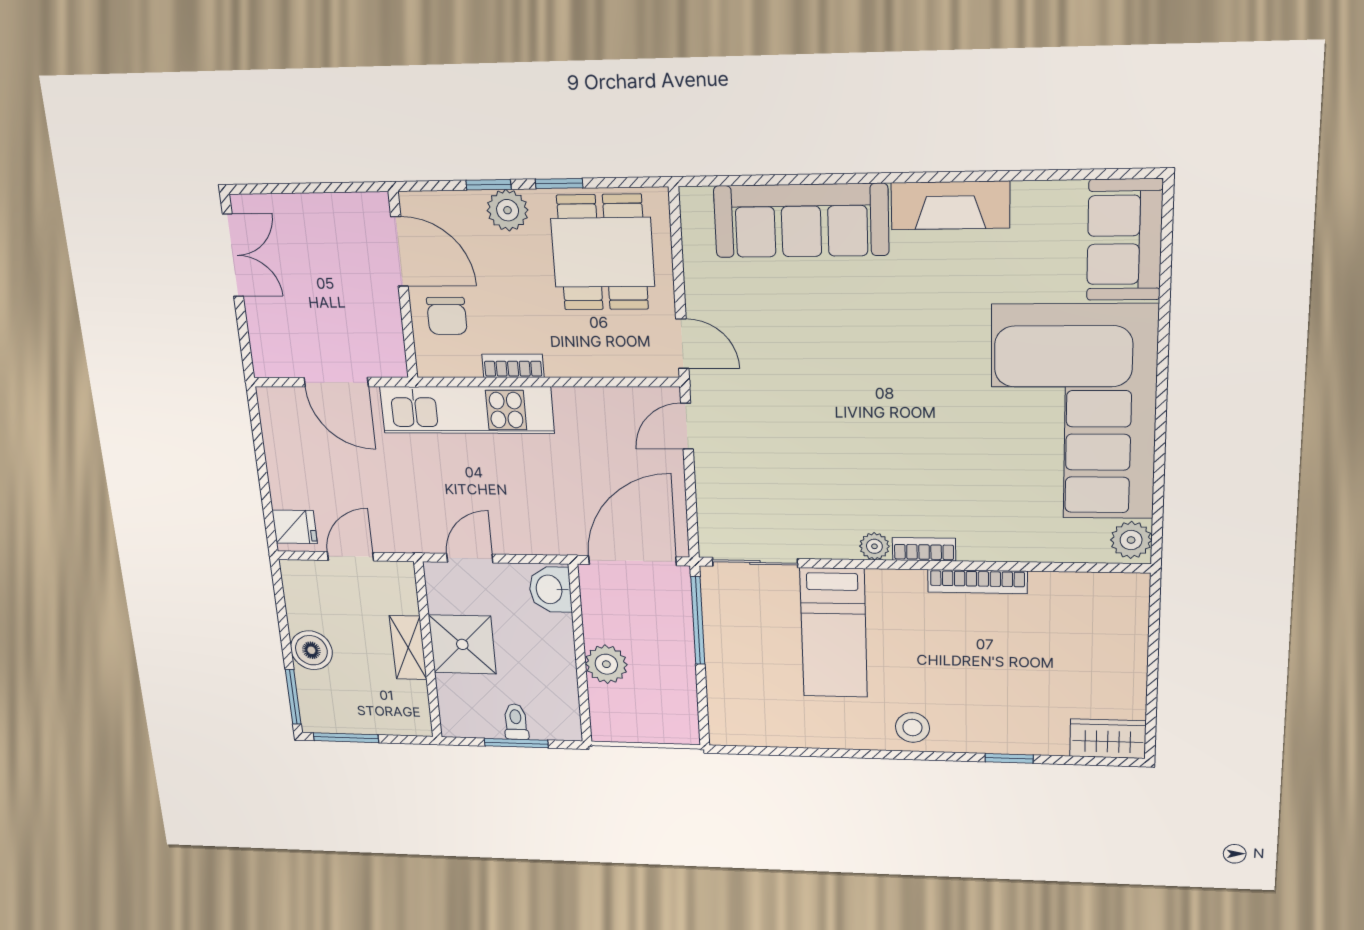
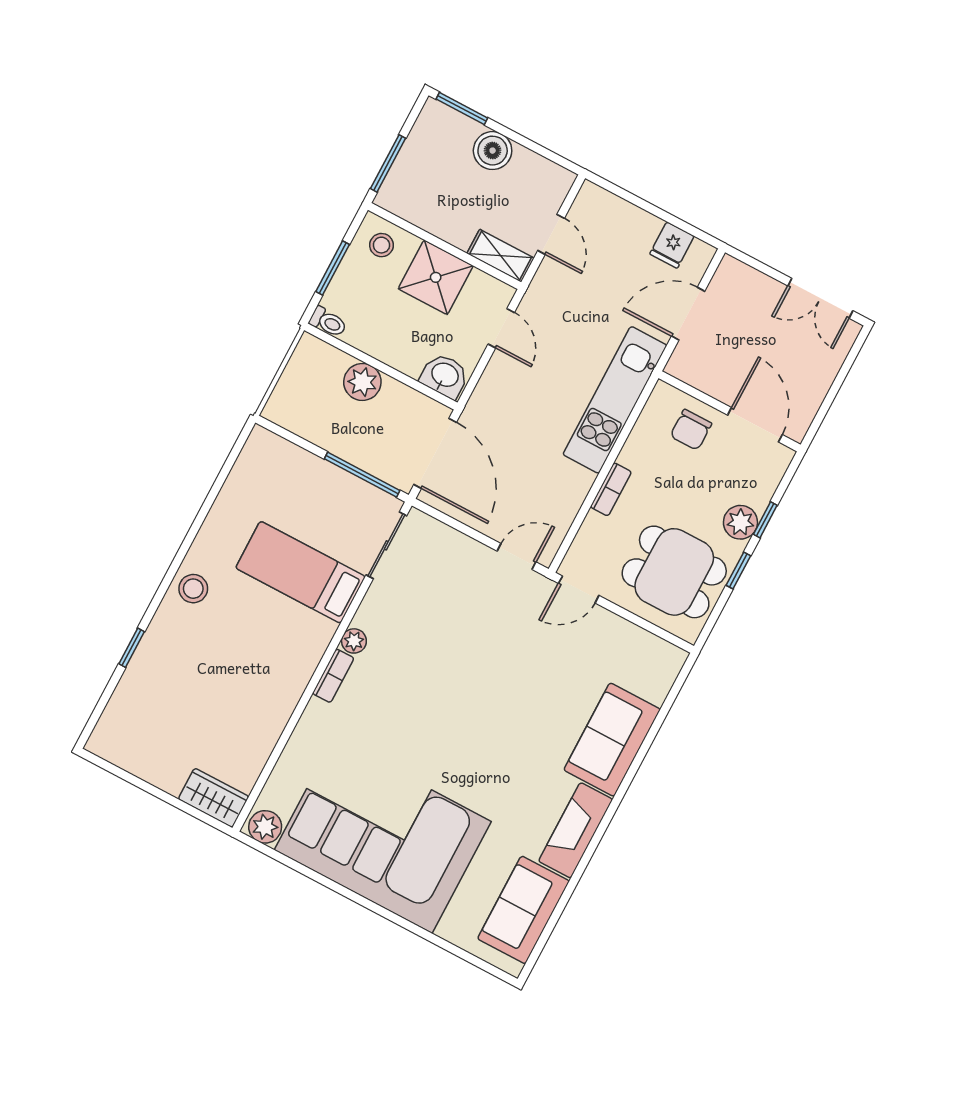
sofa: (801, 221) -> (612, 740), width x0.73
sofa: (1125, 240) -> (523, 910), moved, turned -90
door: (399, 252) -> (755, 425), swing flipped
chair: (447, 316) -> (691, 430), turned -90
bookcase: (513, 366) -> (611, 489), moved
door: (687, 426) -> (517, 556), hinge flipped
fridge: (295, 527) -> (672, 245), moved
bookcase: (977, 582) -> (288, 701), removed
shelving: (408, 648) -> (501, 256), moved
stool: (465, 709) -> (381, 245), added
toilet: (516, 722) -> (328, 322), moved
window: (346, 738) -> (388, 163), moved
wardrobe: (1108, 739) -> (214, 798), moved, turned -90

